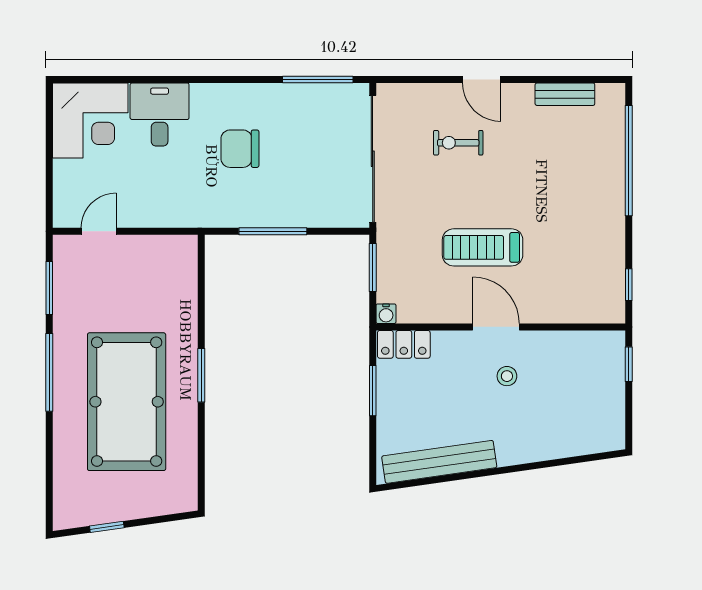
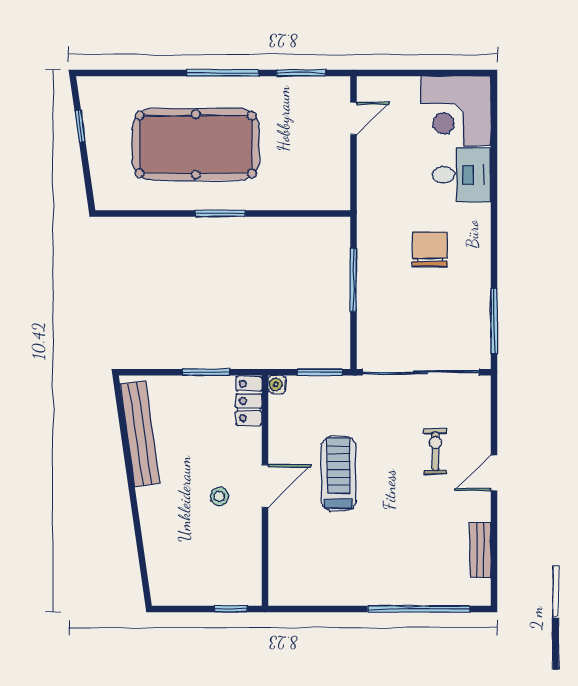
door: (99, 231) -> (353, 119), hinge flipped
window: (629, 285) -> (304, 609), removed

